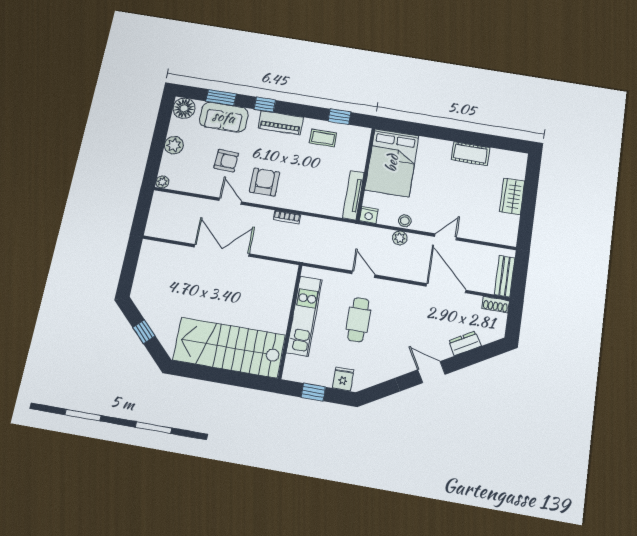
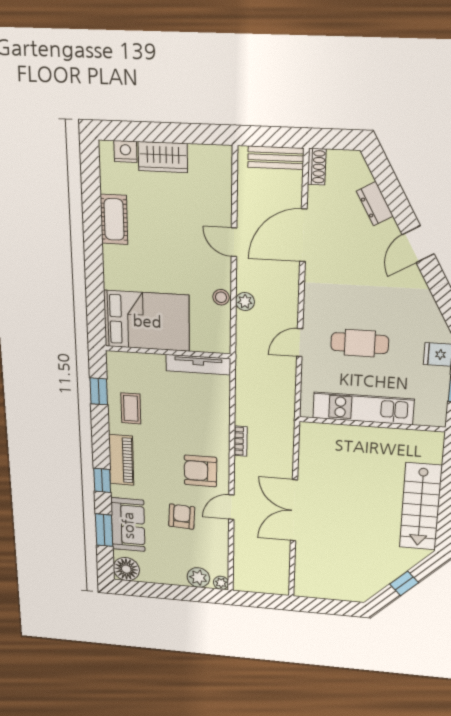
plant: (174, 145) -> (198, 577), moved
nightstand: (369, 215) -> (125, 152), moved, turned -90
stairs: (229, 348) -> (421, 507), width x0.73, depth x0.66

